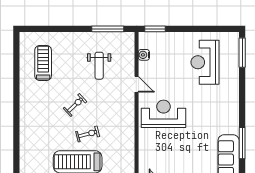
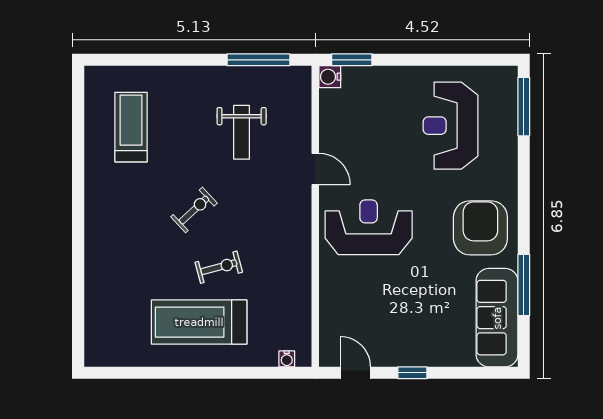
water cooler: (144, 55) -> (330, 77), moved
armchair: (220, 114) -> (480, 228), added

